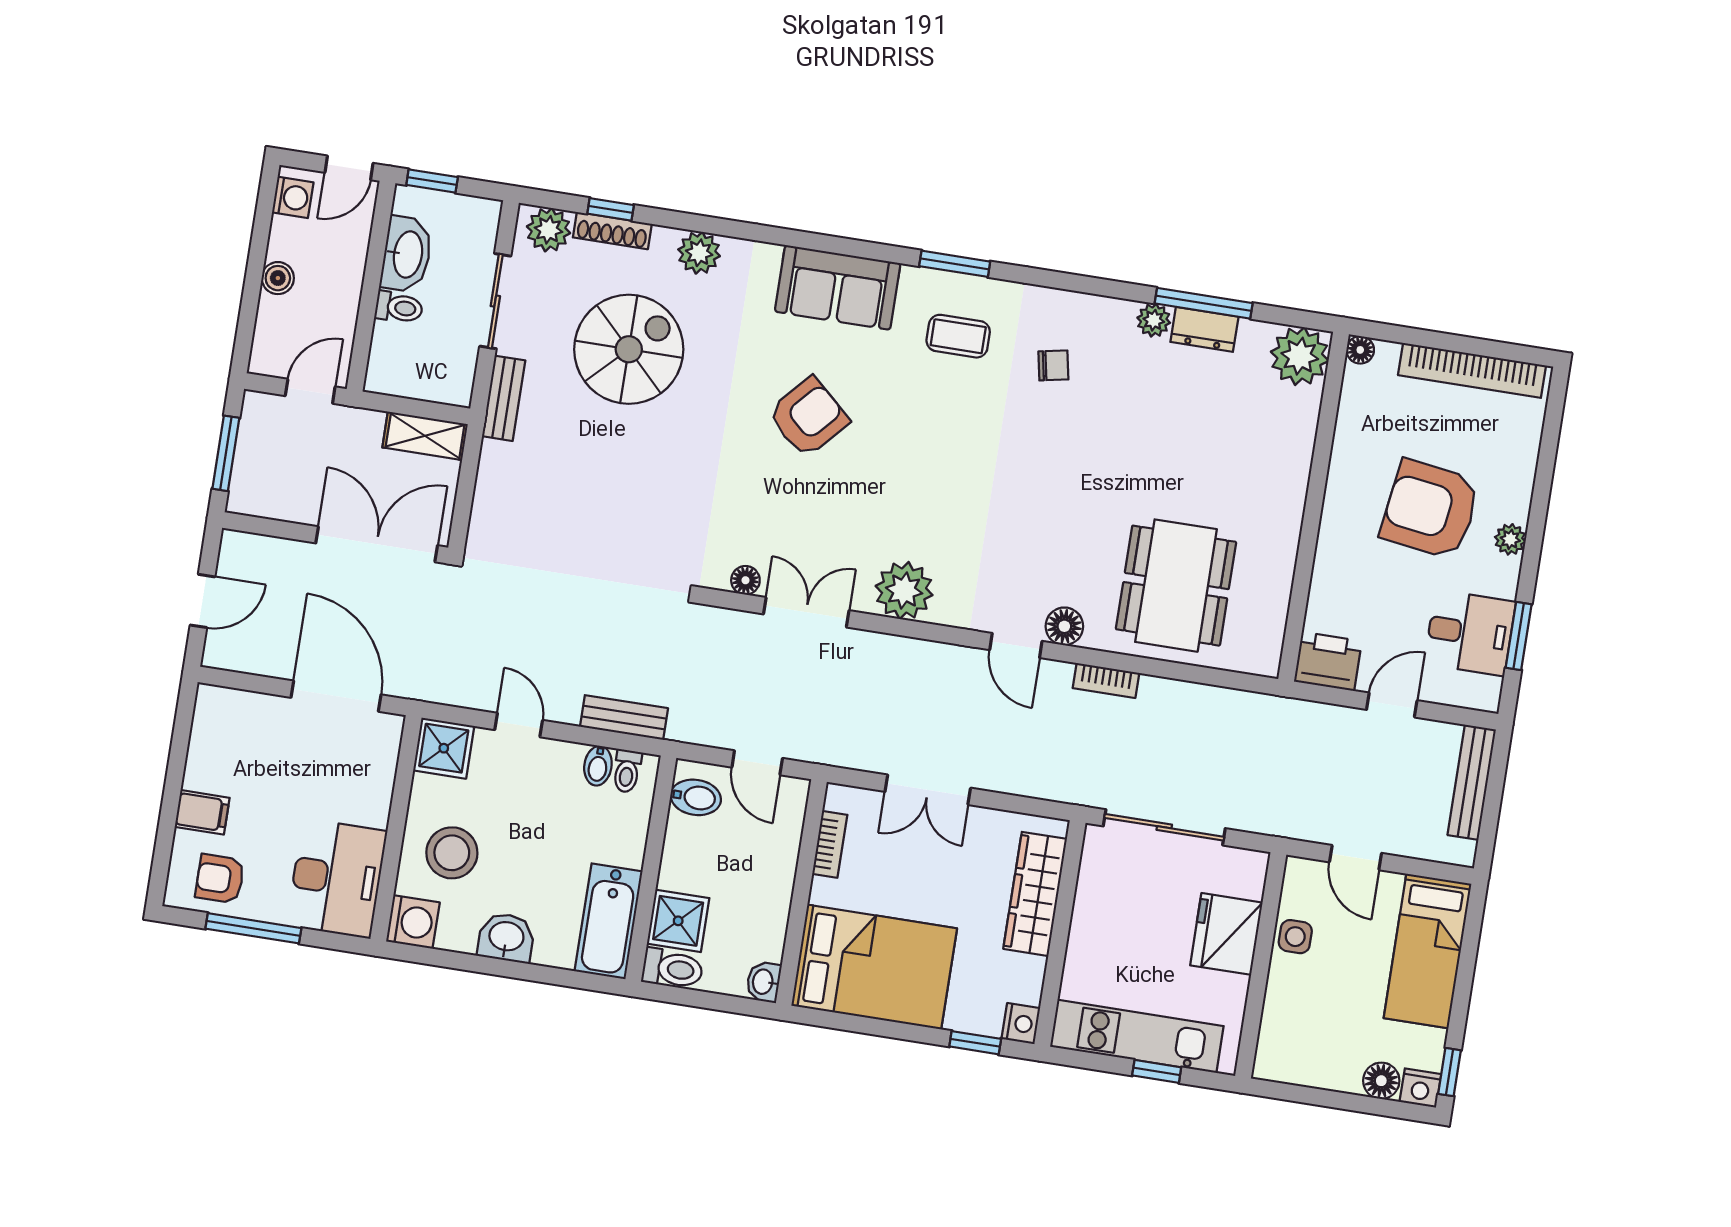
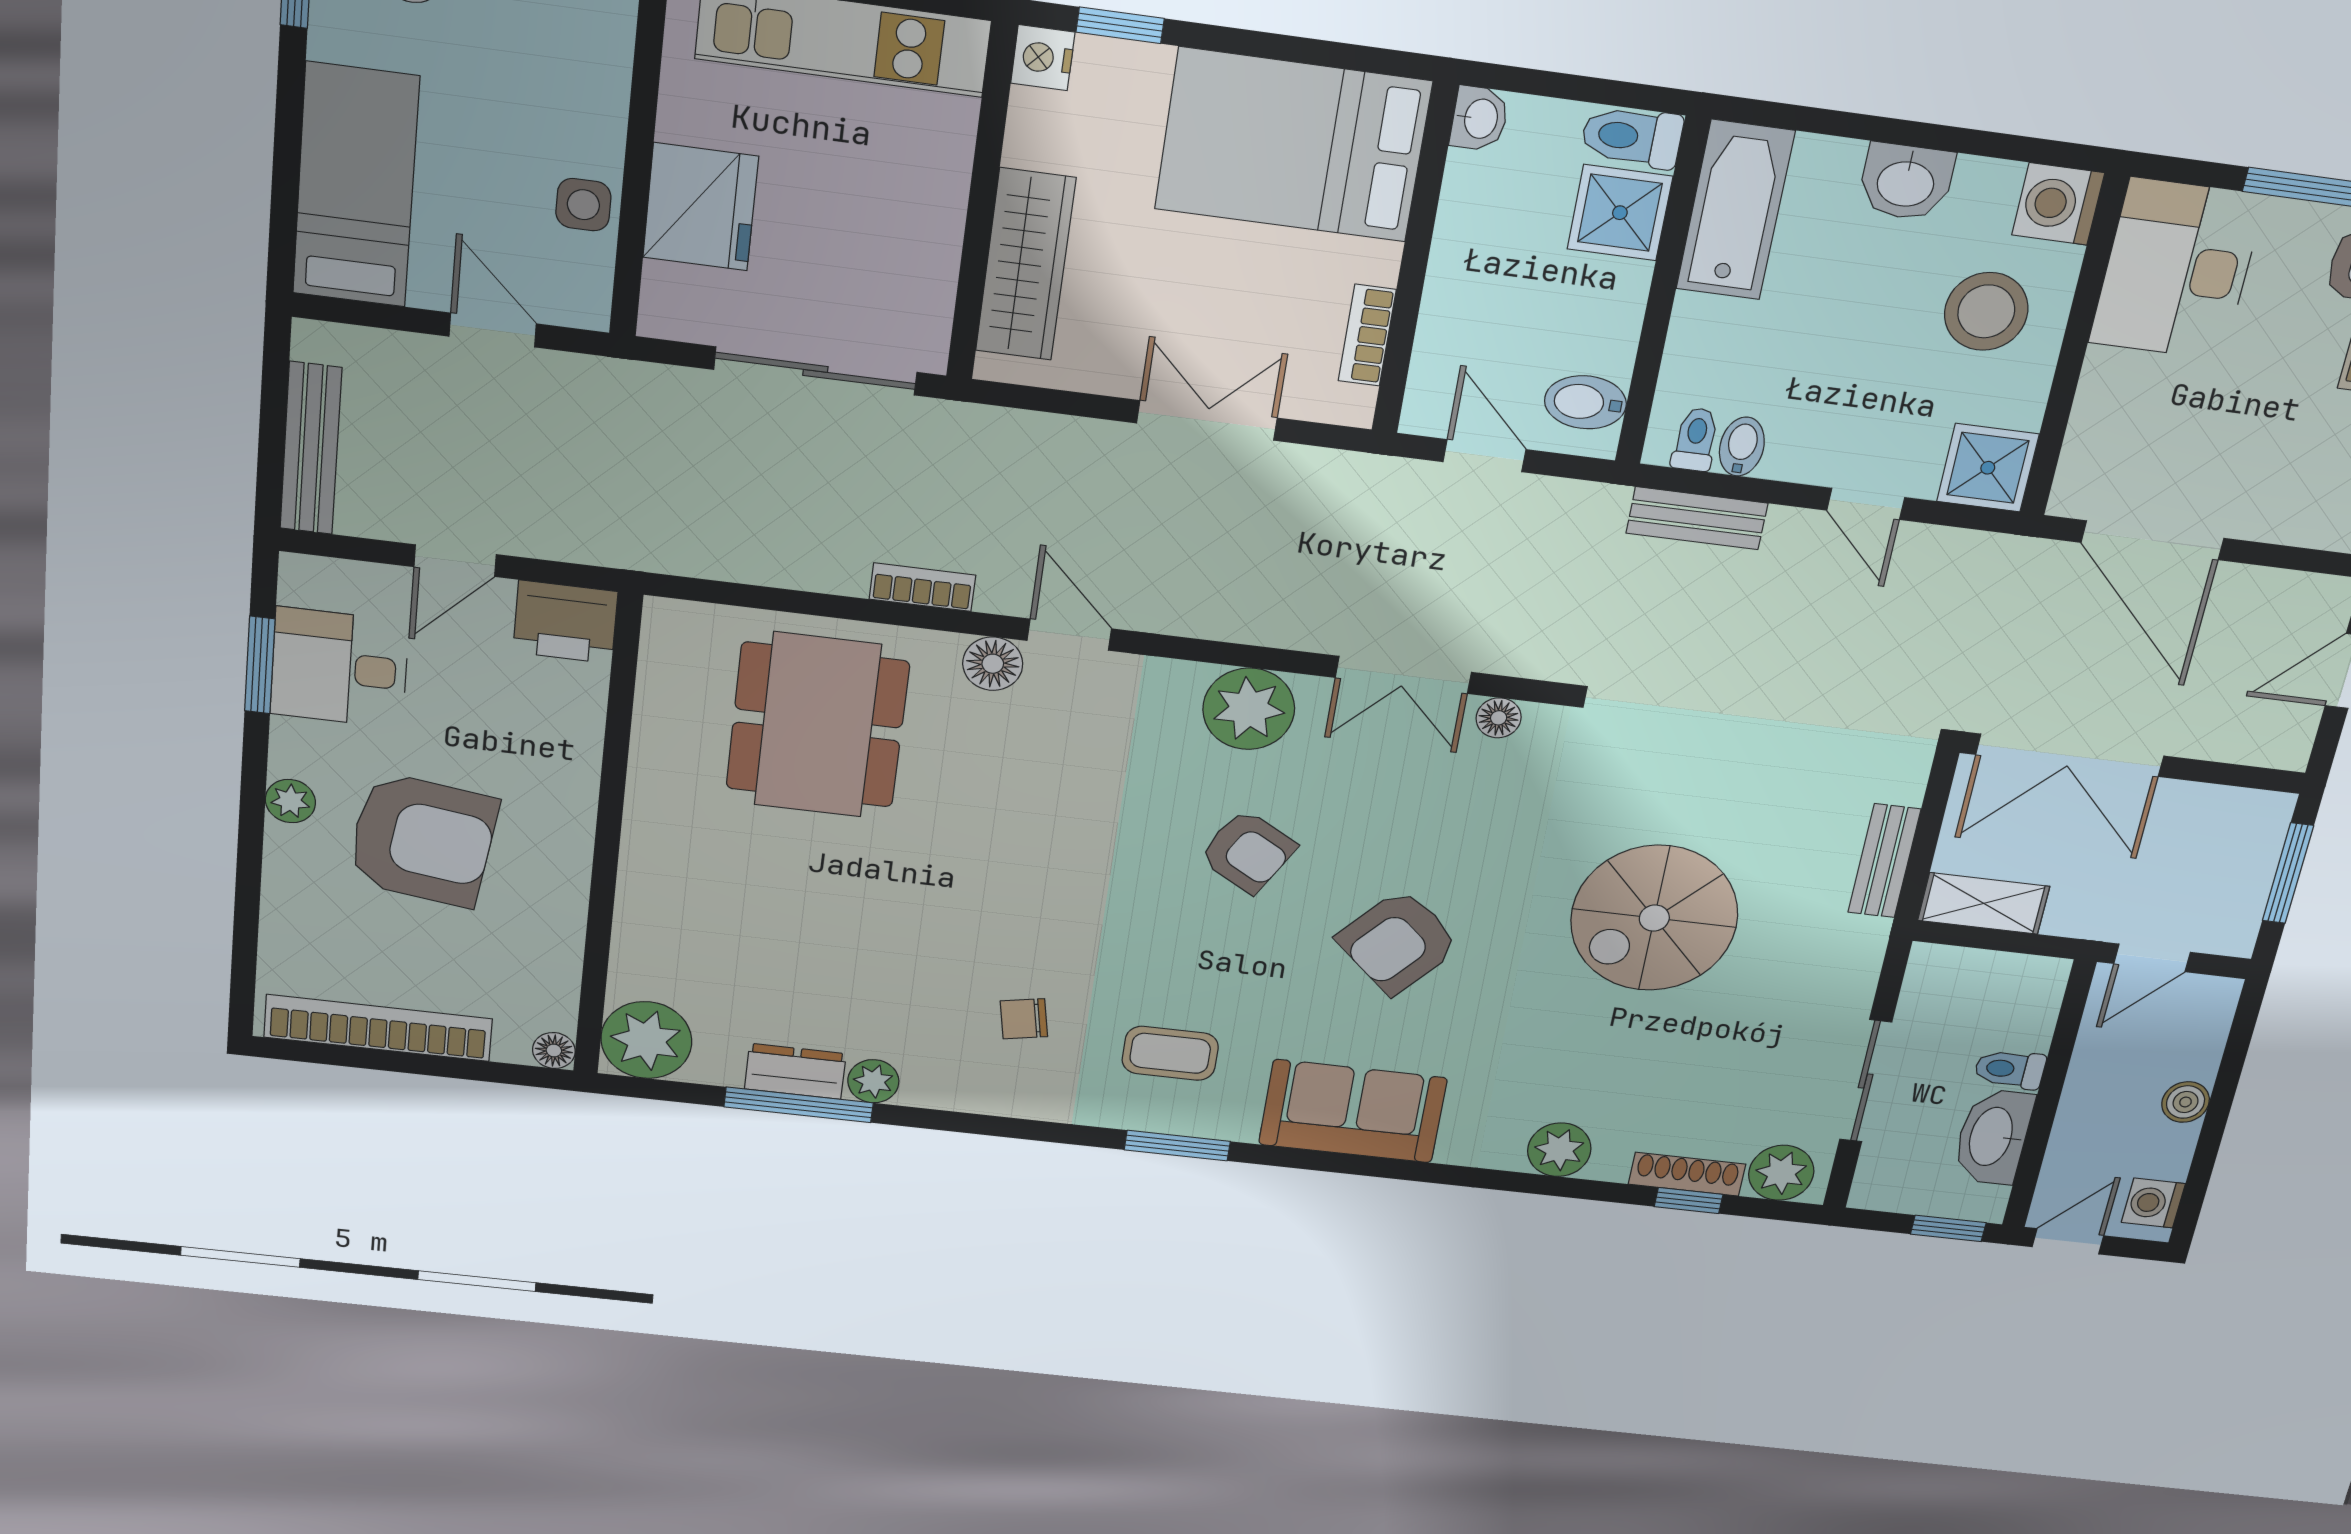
spiral stairs: (629, 349) -> (1654, 918), moved
bench: (504, 398) -> (1884, 861), moved
armchair: (906, 487) -> (1248, 851), added

